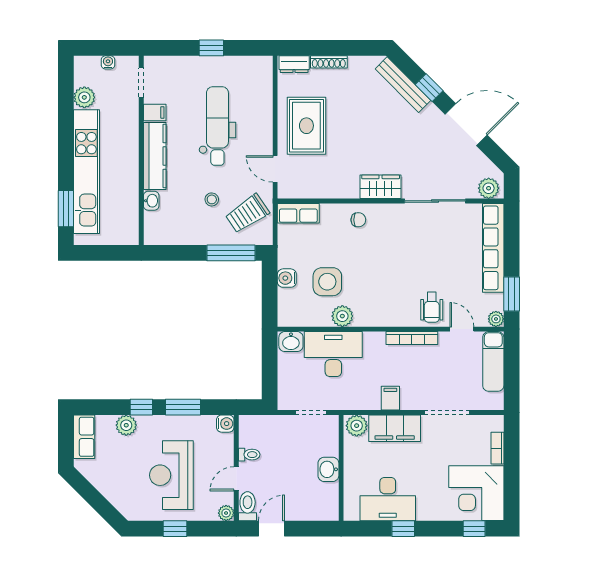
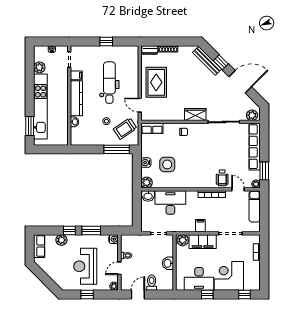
plant: (342, 316) -> (147, 183), moved
corner desk: (476, 493) -> (229, 276), moved, turned 90
toilet: (248, 506) -> (152, 283), moved

